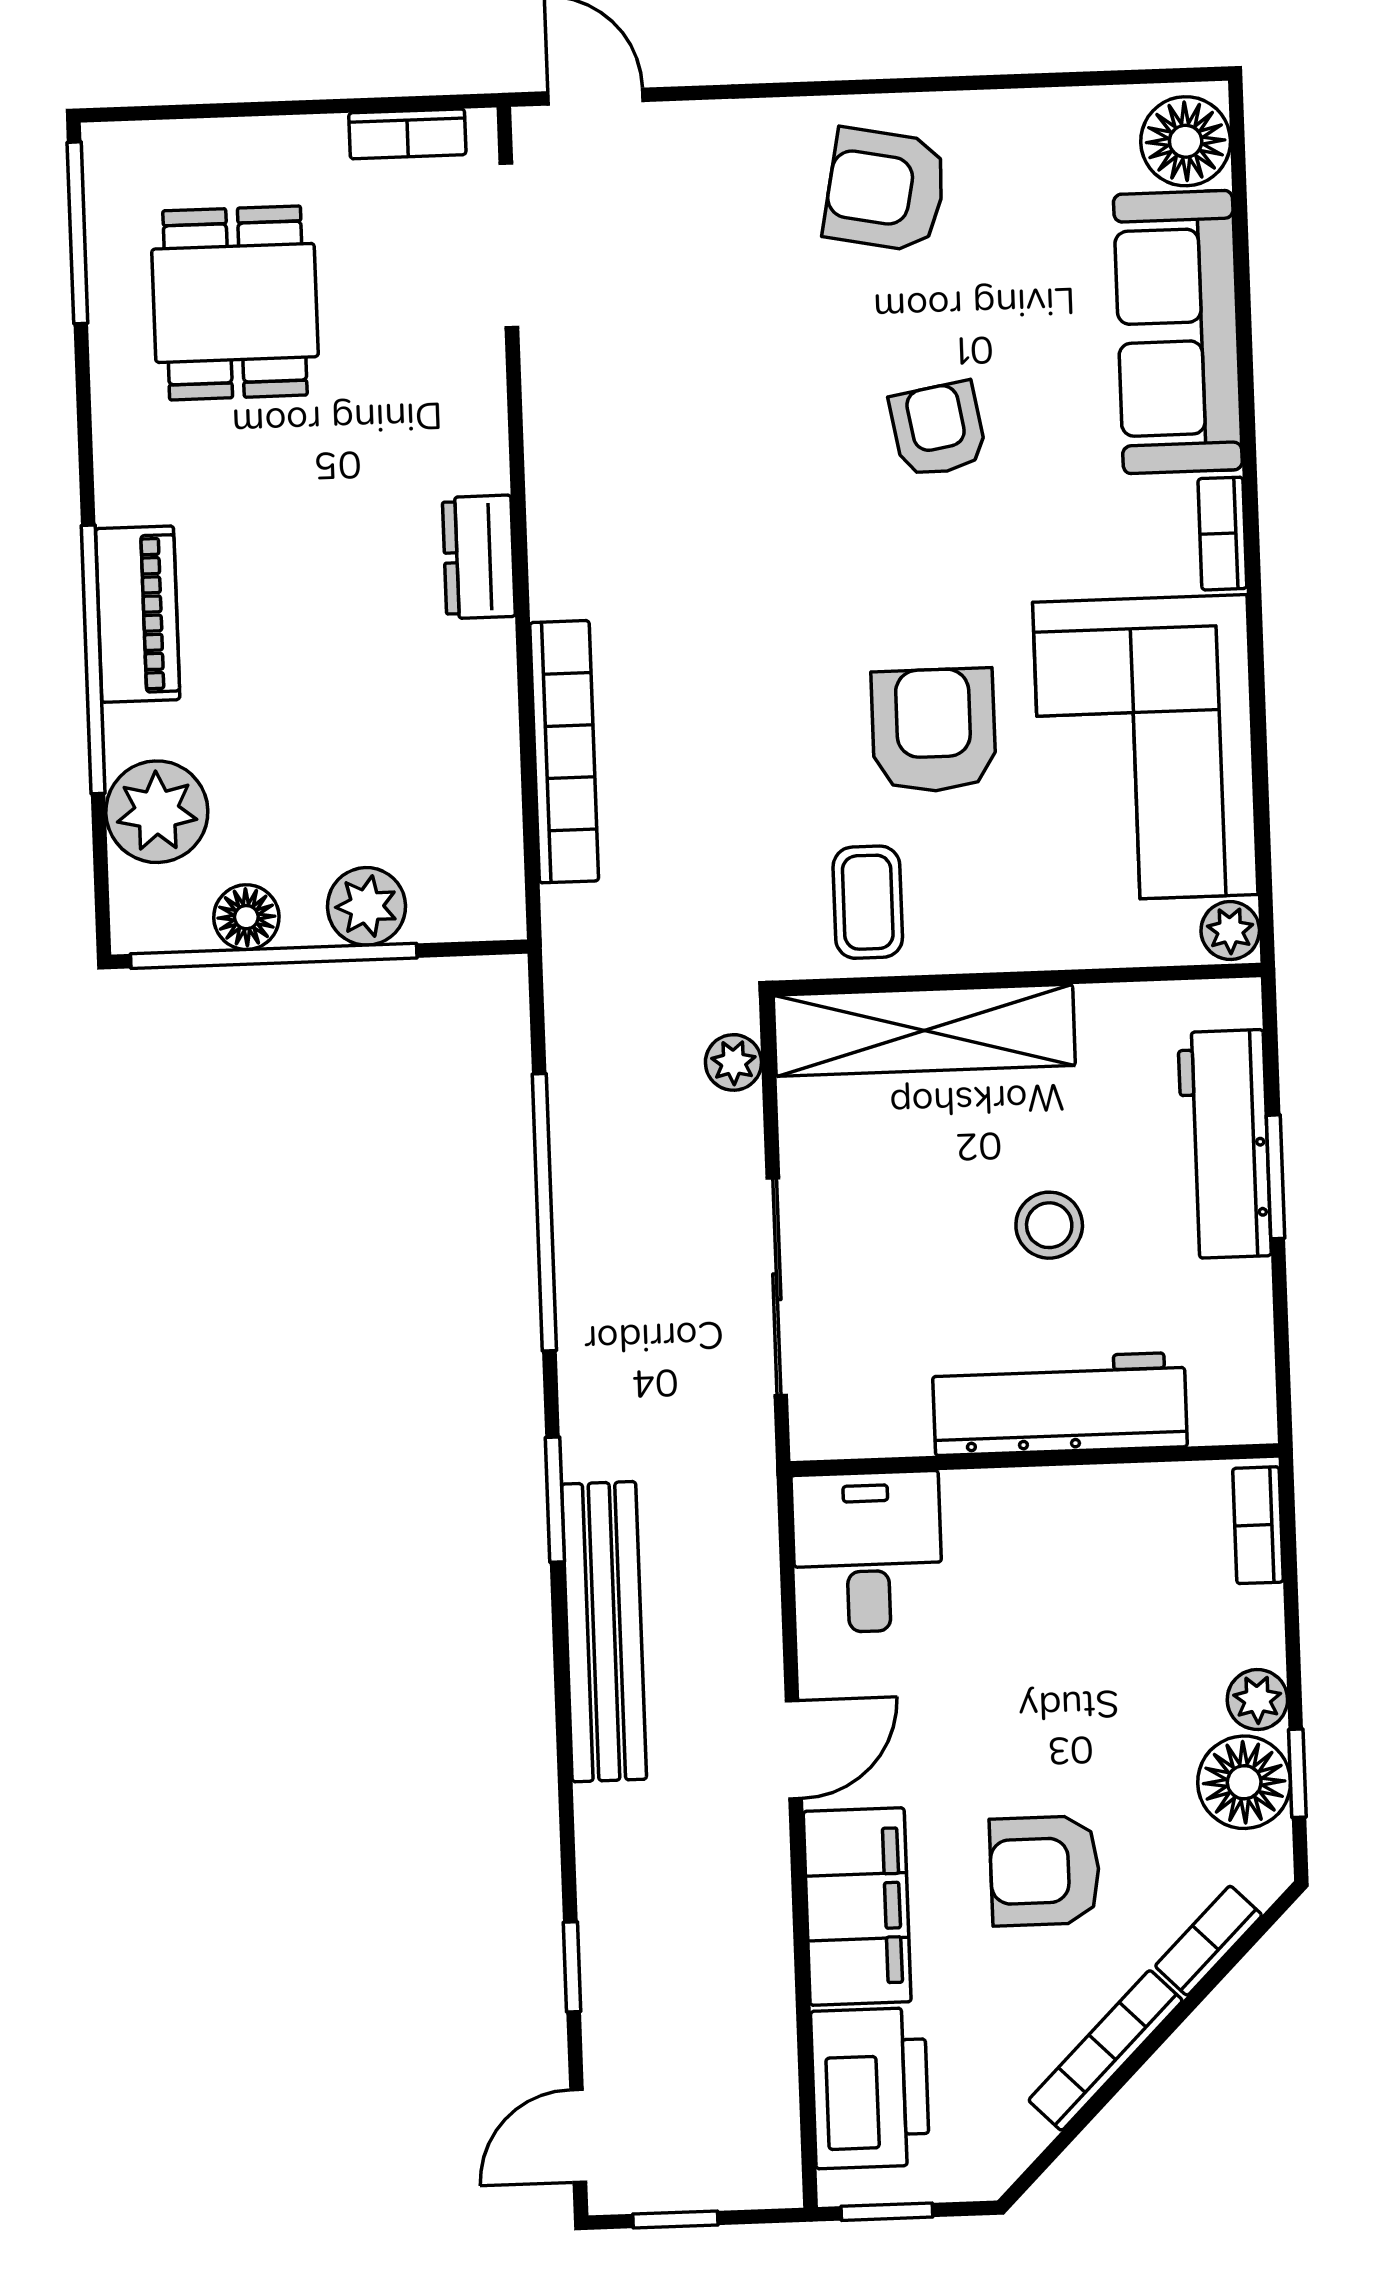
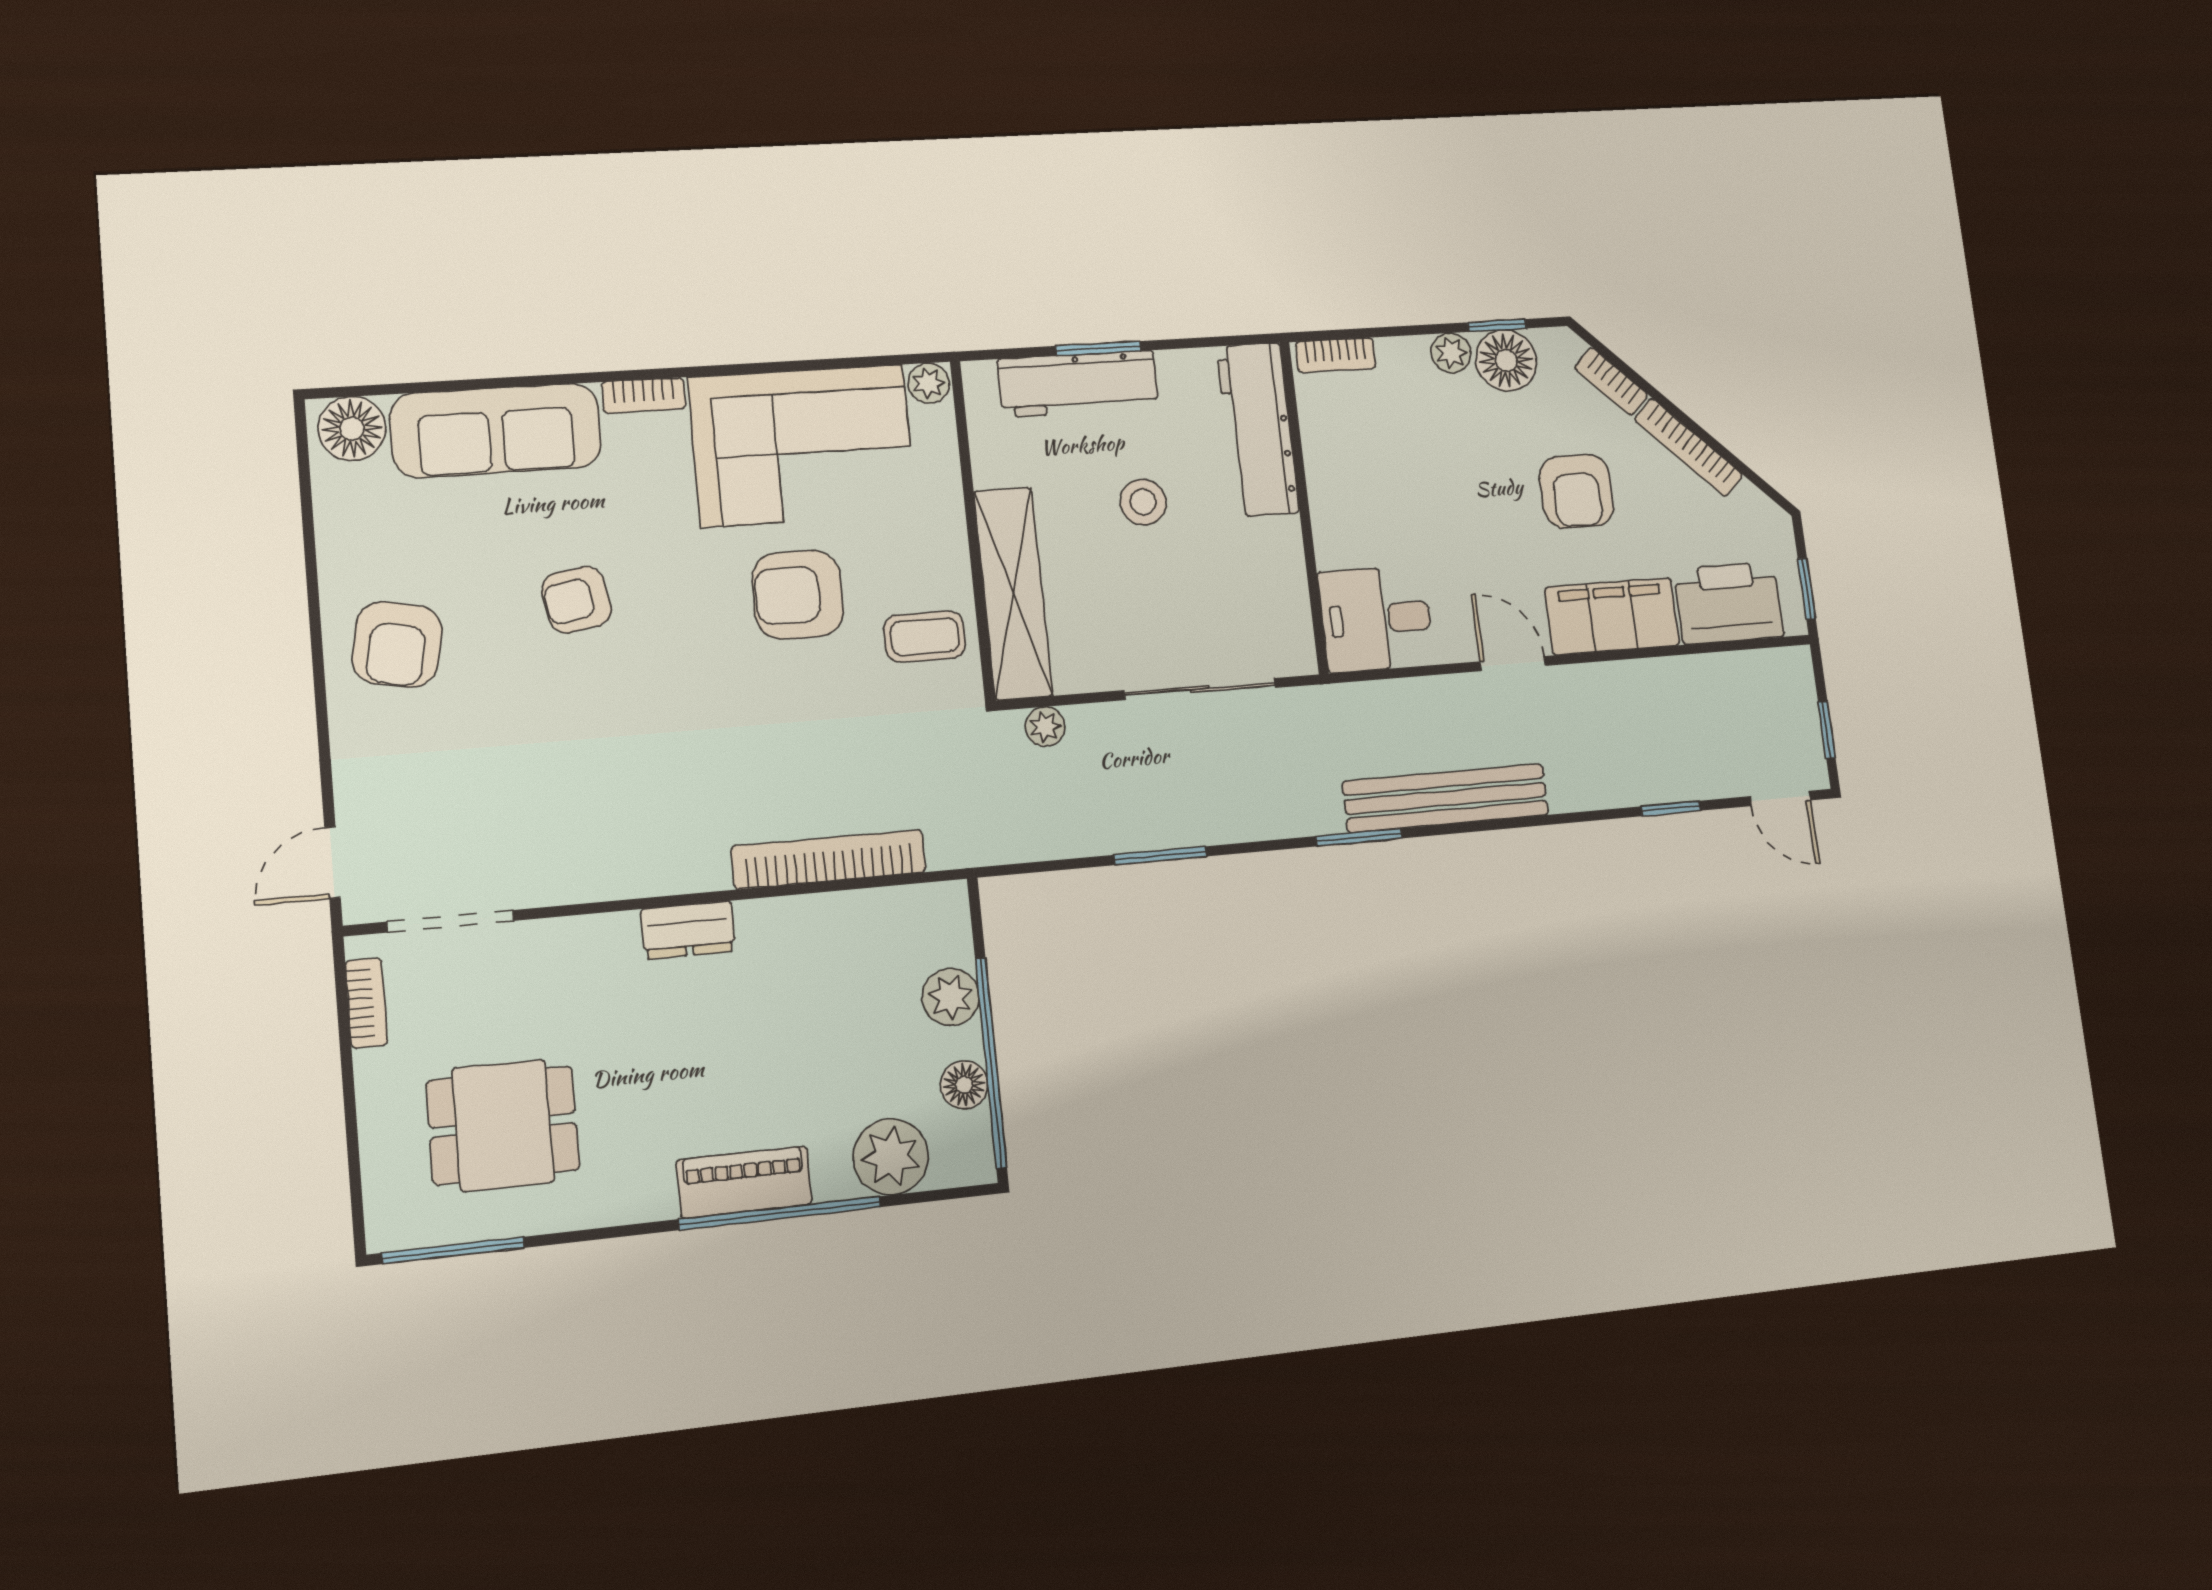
window: (544, 1212) -> (1160, 856), width x0.47
workbench: (1060, 1404) -> (1258, 429), moved

